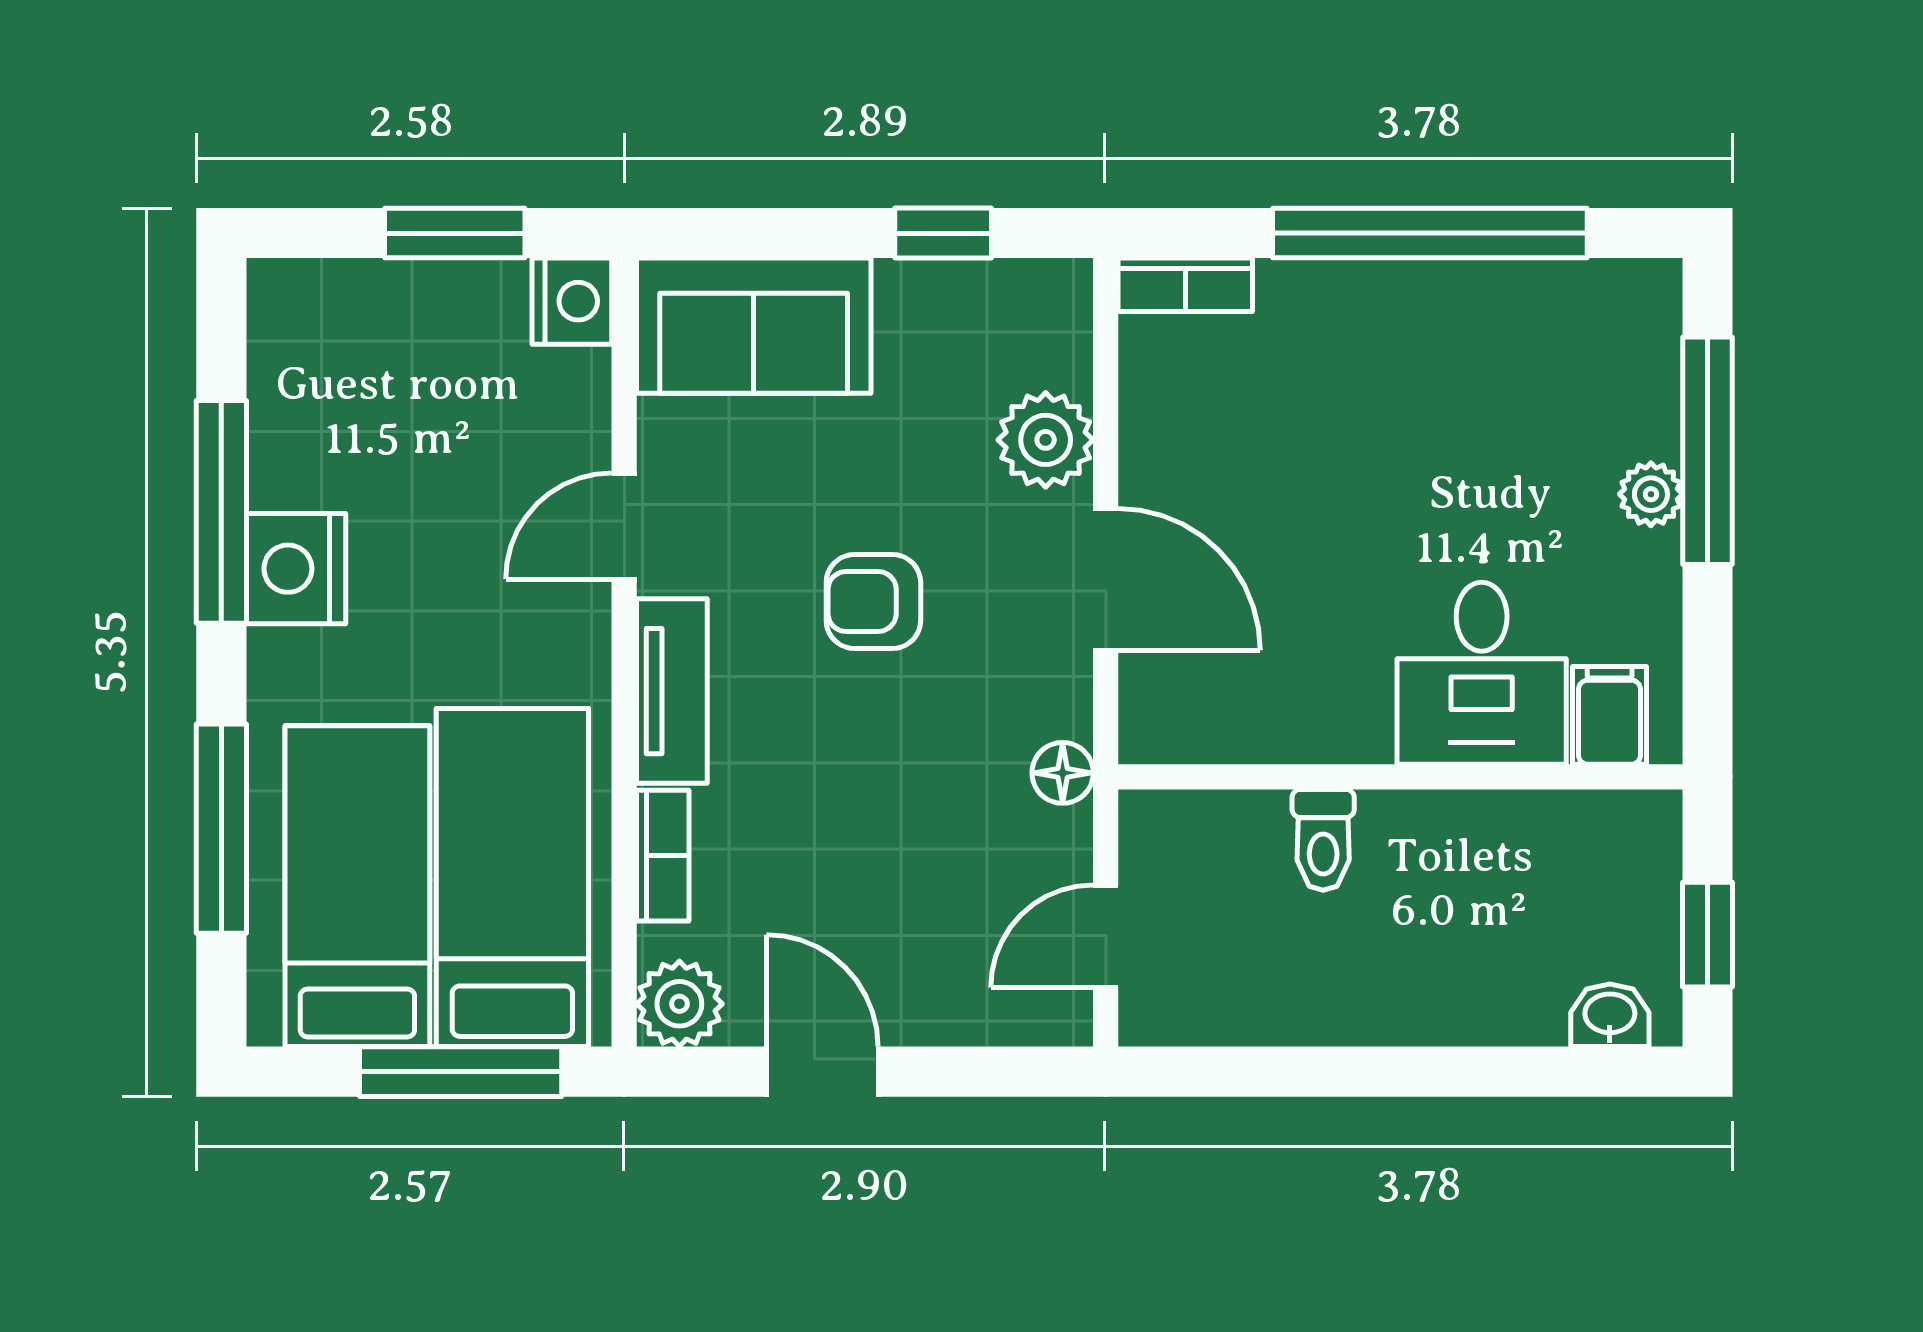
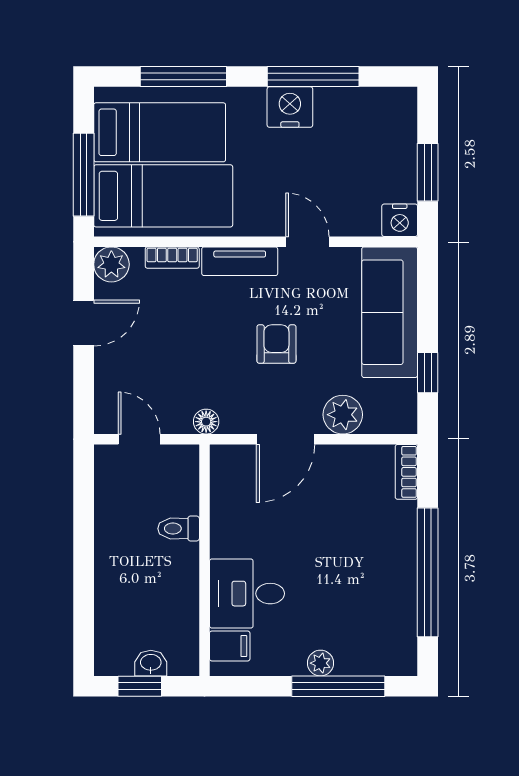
sofa: (754, 326) -> (390, 312), width x1.36
washbasin: (1610, 1015) -> (151, 663), moved, turned -90

